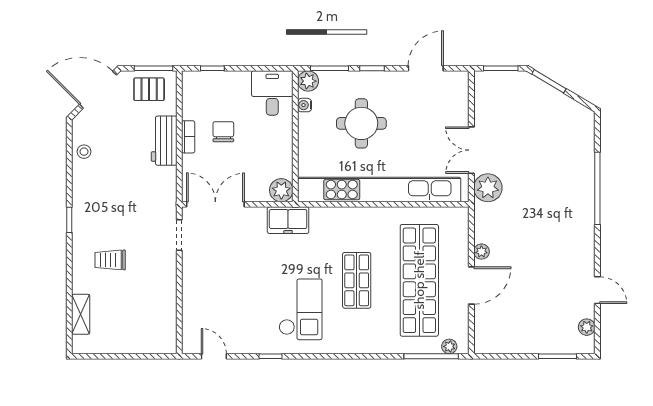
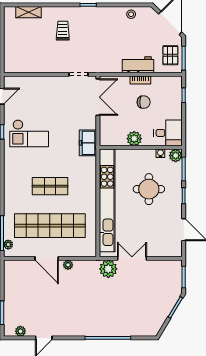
plant: (281, 190) -> (134, 139), moved
checkout: (301, 309) -> (29, 133), moved

